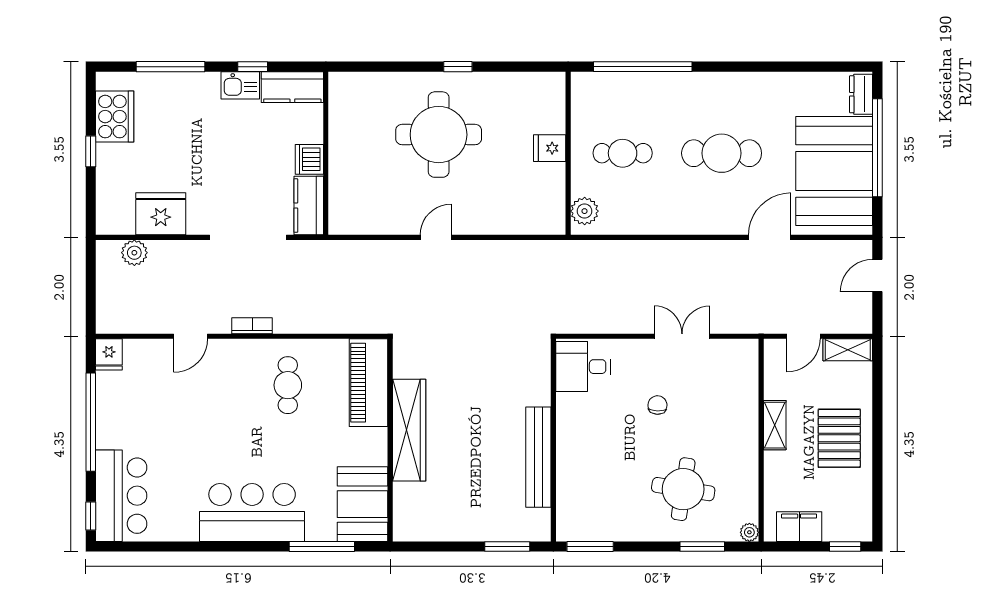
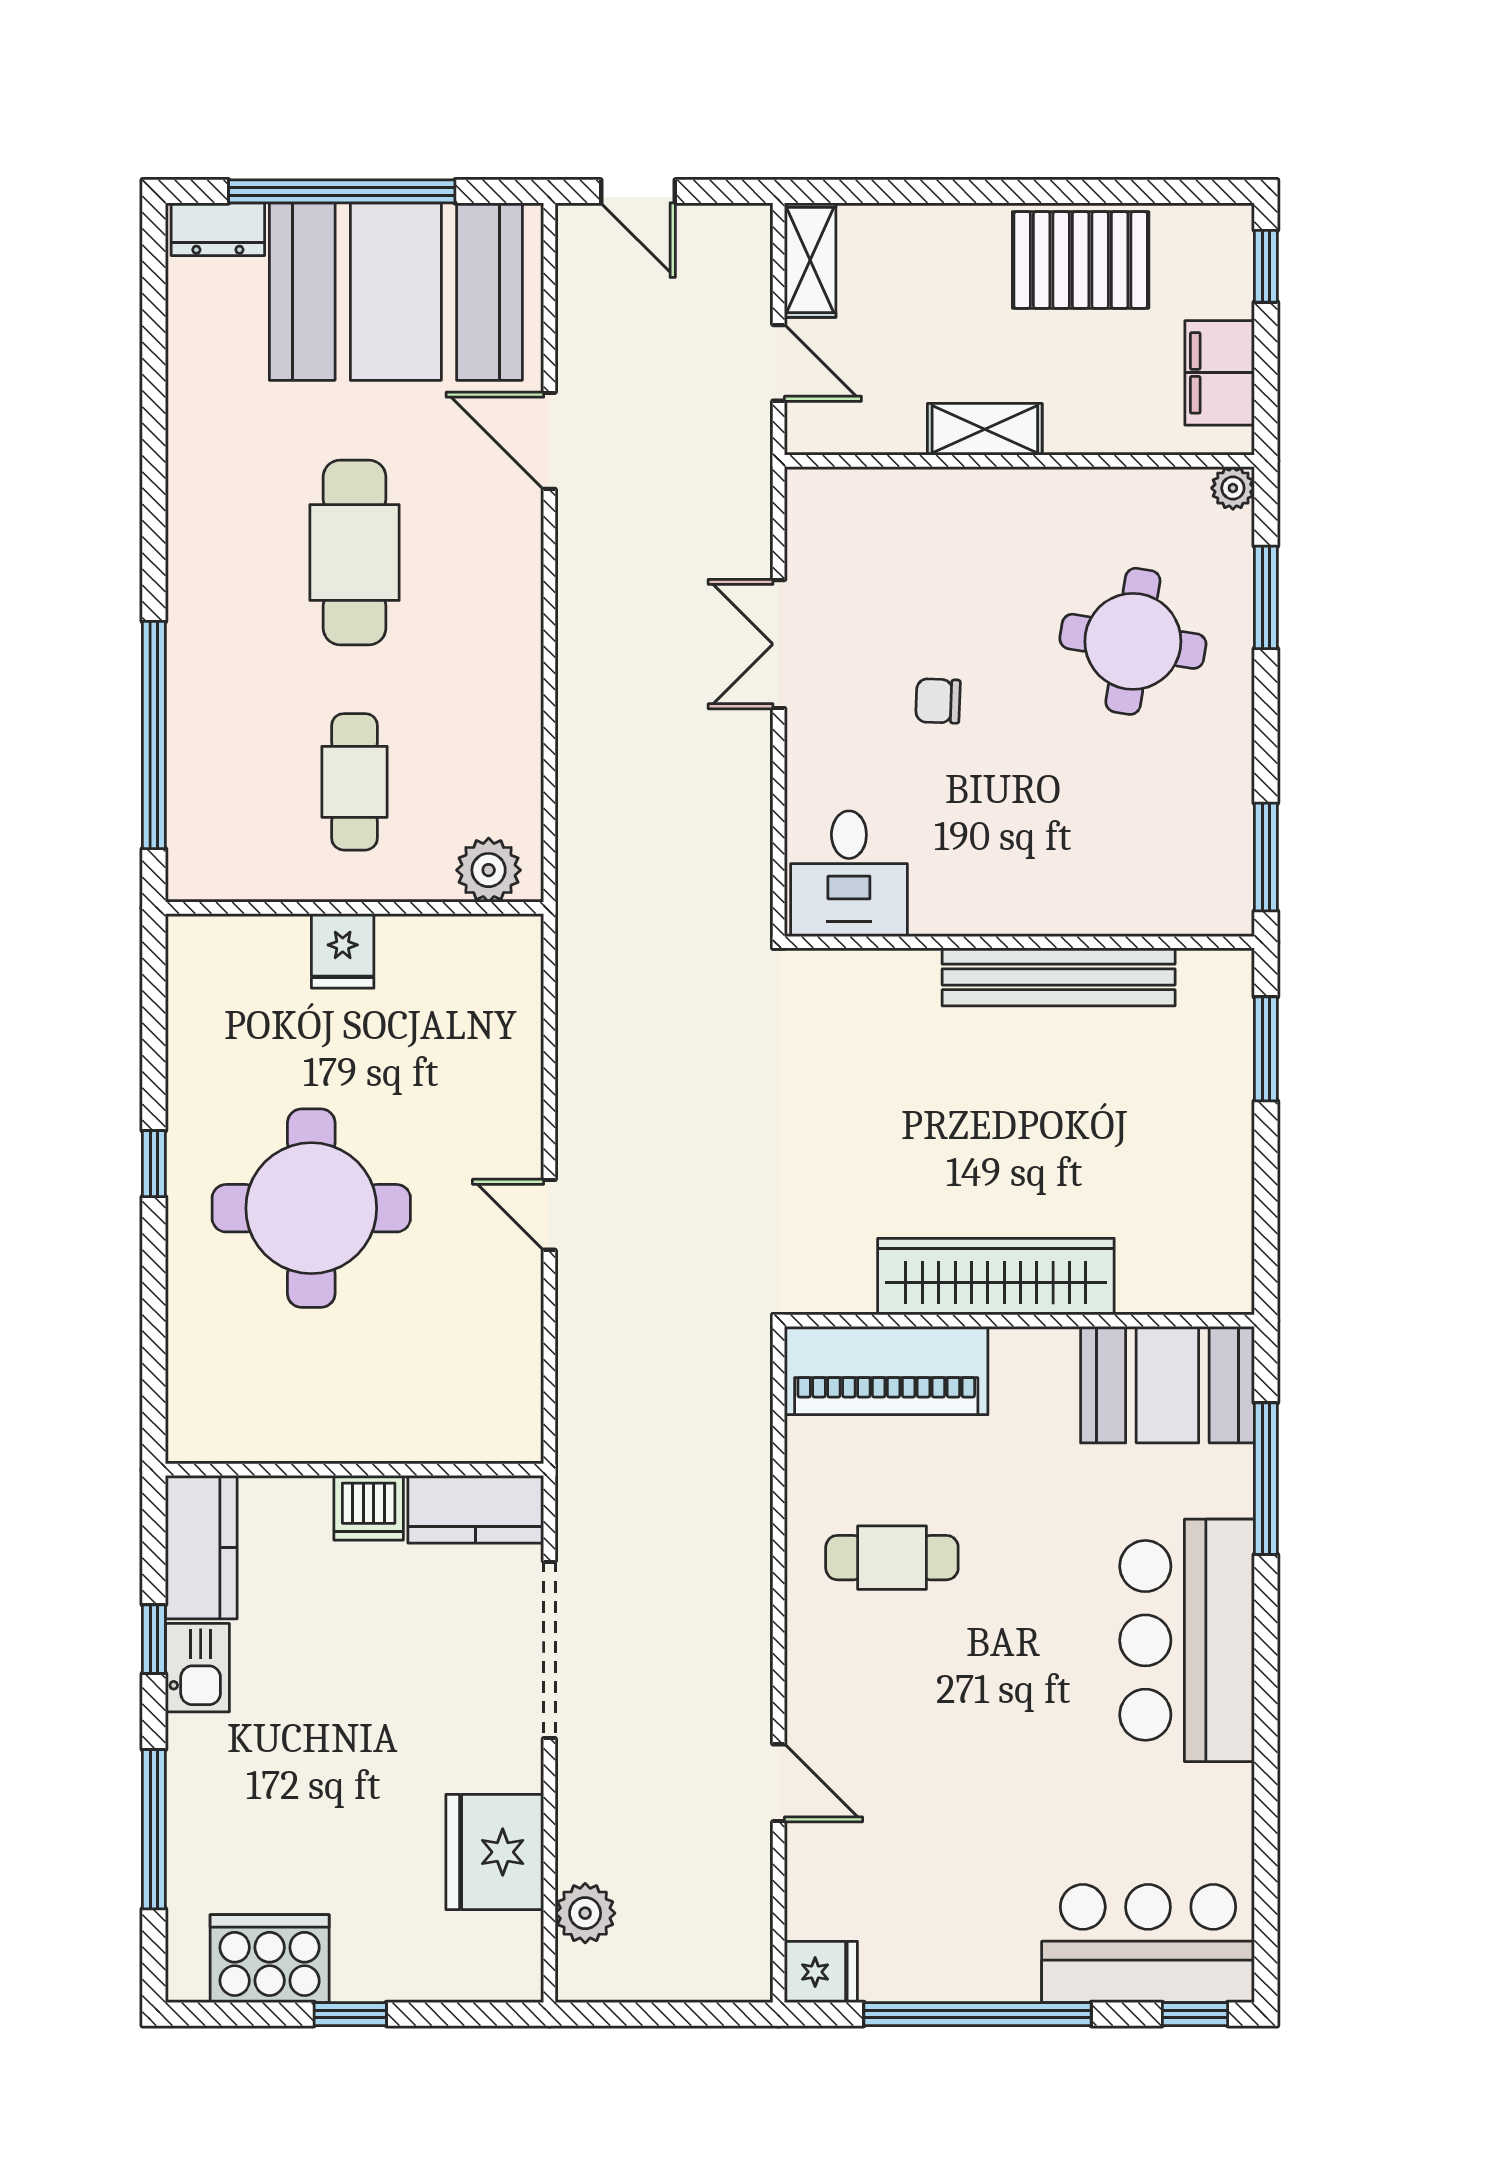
bookcase: (252, 326) -> (754, 1640), removed
pallet: (839, 438) -> (1081, 260), moved

